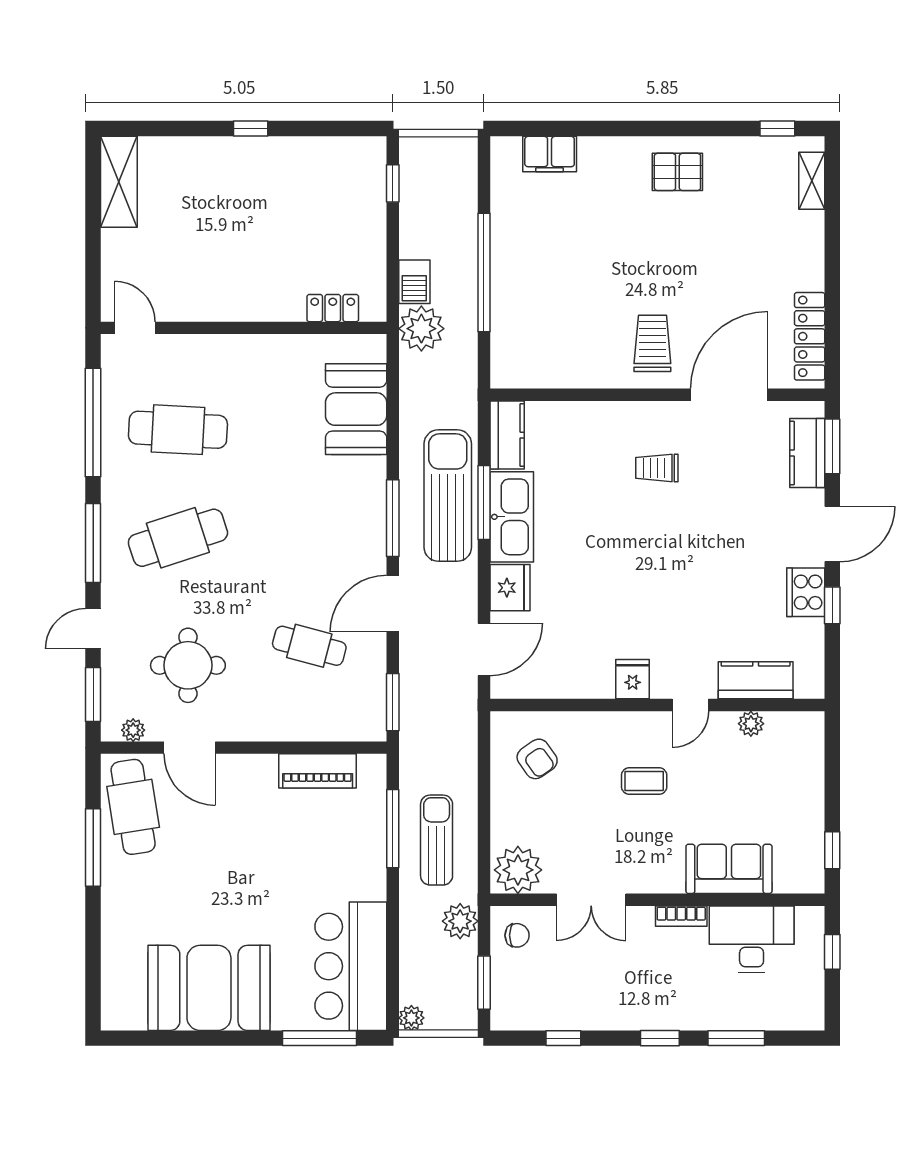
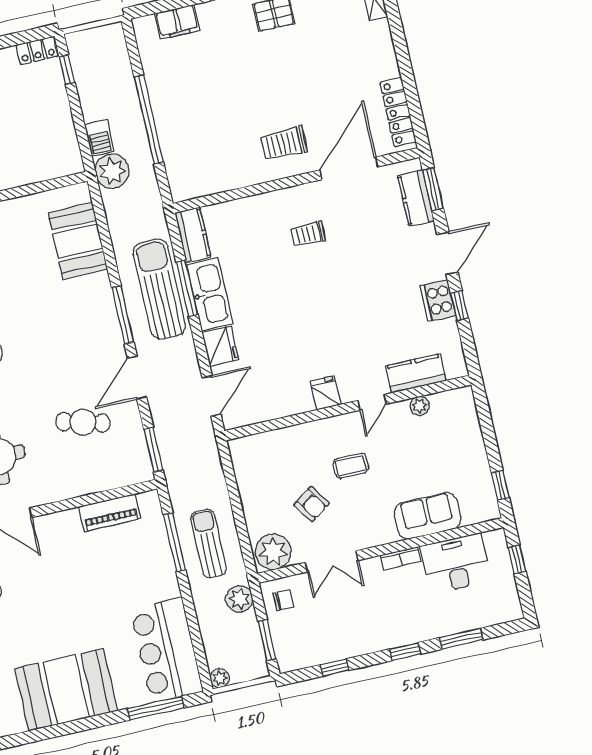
locker: (333, 308) -> (37, 50), moved, turned 180
trolley: (652, 343) -> (284, 143), turned -90
armchair: (537, 759) -> (312, 504), moved

